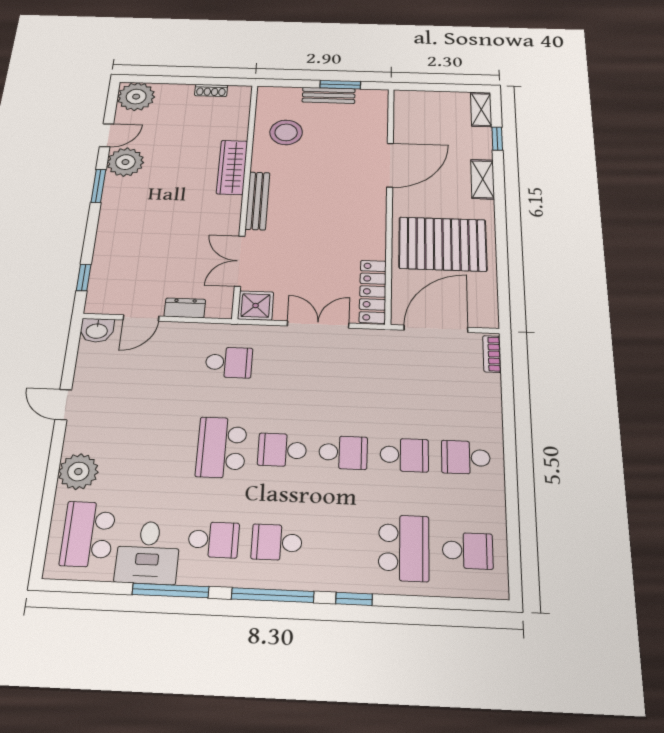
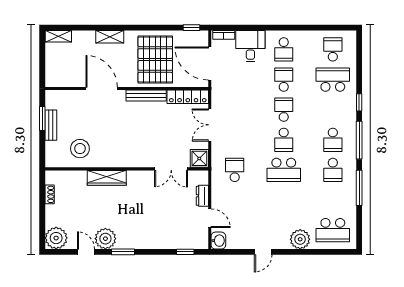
window: (497, 139) -> (191, 28), moved
bench: (257, 201) -> (146, 96), moved
school desk: (214, 540) -> (333, 170), turned 180
desk: (148, 552) -> (250, 46), moved, turned -90

